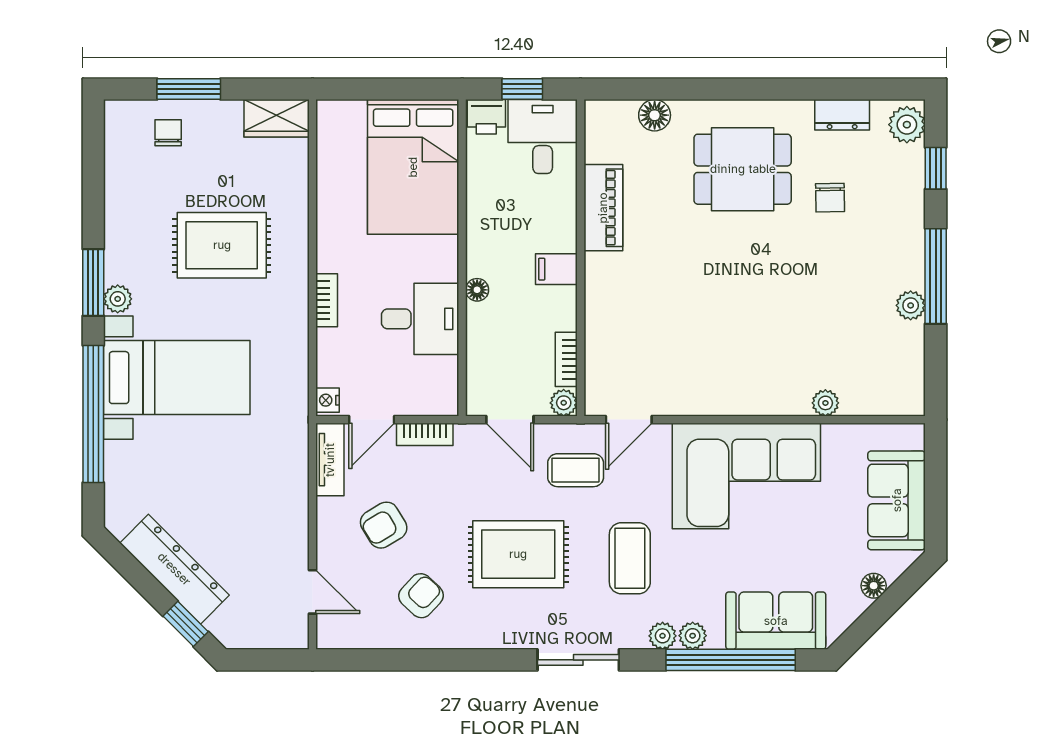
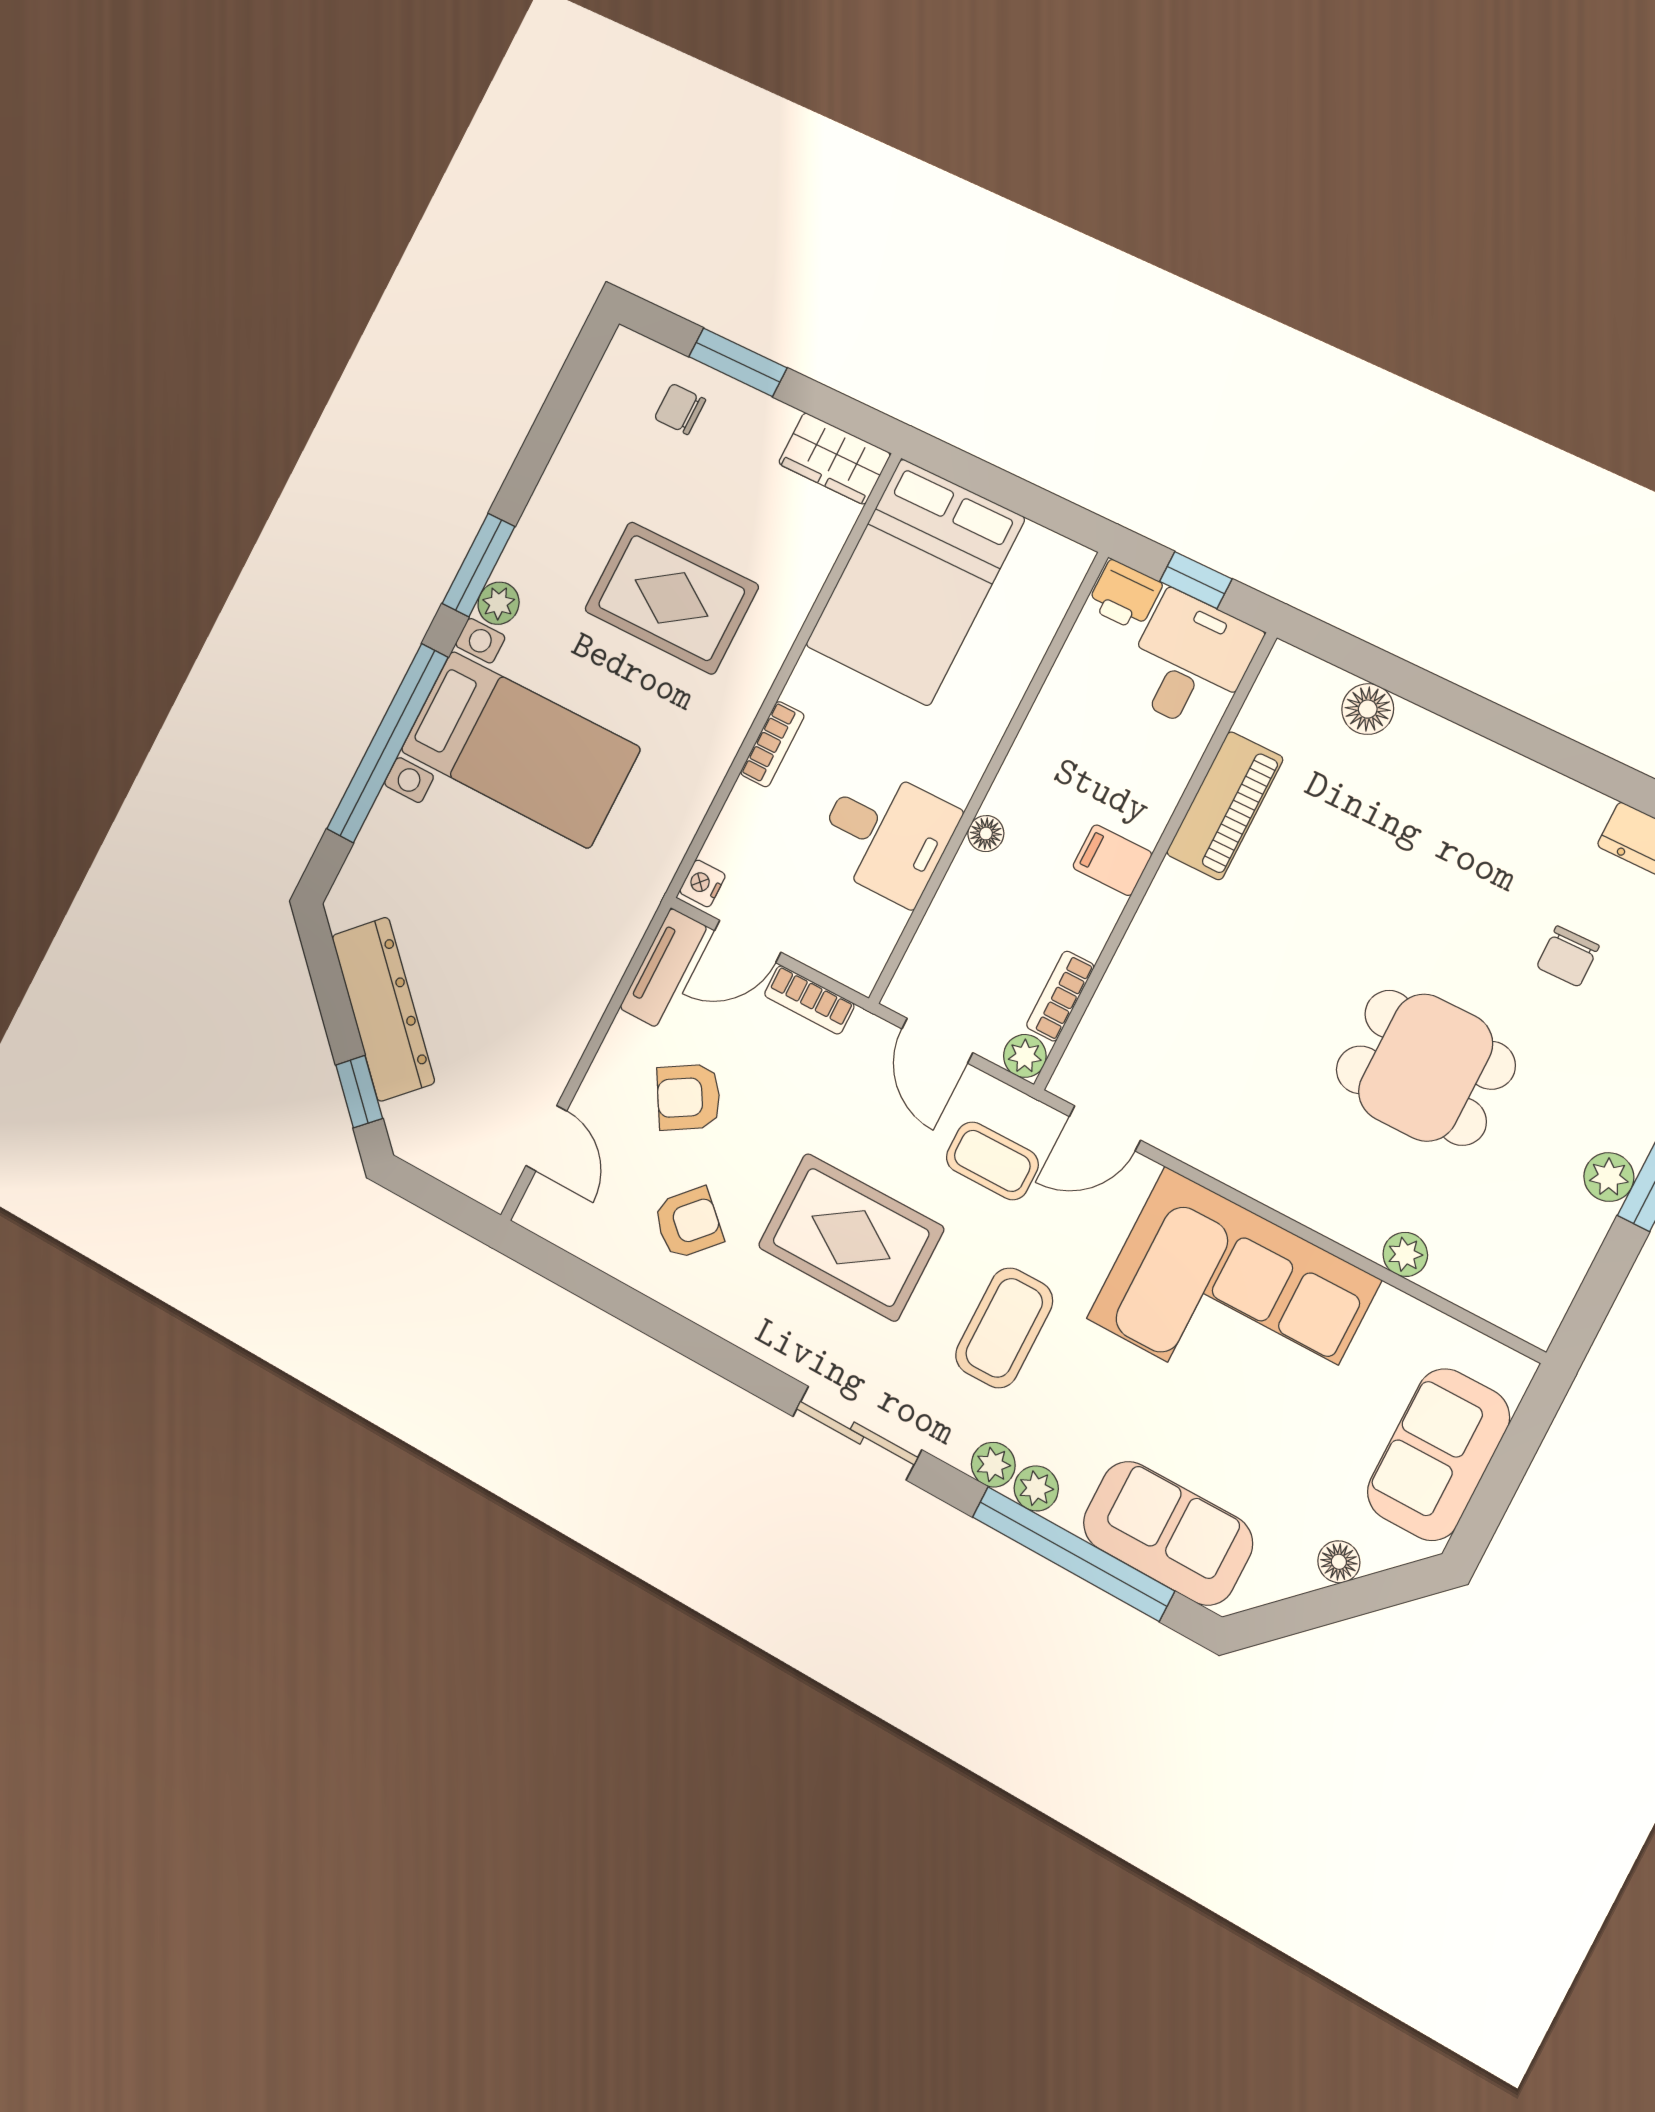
chair: (168, 133) -> (680, 409), turned -90
bed: (413, 167) -> (915, 582), moved
dining table: (743, 169) -> (1425, 1068), moved

